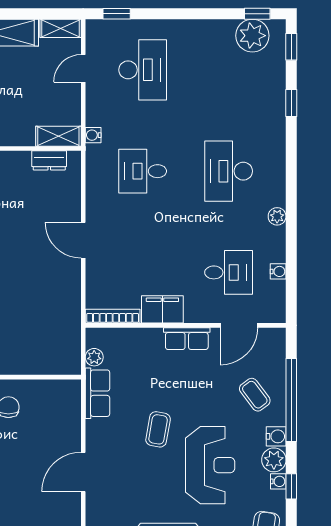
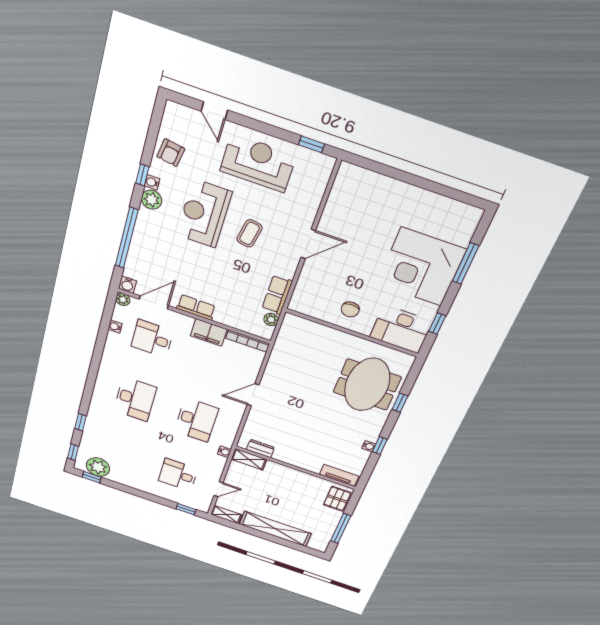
desk: (143, 70) -> (178, 475), width x0.73
desk: (143, 171) -> (196, 420), width x1.37
plant: (277, 216) -> (123, 299), moved
door: (83, 240) -> (253, 395), swing flipped
coffee table: (255, 395) -> (154, 252), removed
coffee table: (158, 429) -> (249, 233), moved
water cooler: (276, 436) -> (127, 285), moved, turned -90

